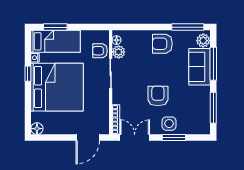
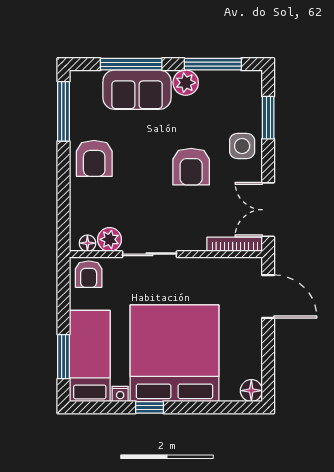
plant: (203, 41) -> (186, 83), moved
armchair: (100, 51) -> (89, 274), moved
armchair: (158, 96) -> (191, 167), turned -90
window: (174, 138) -> (268, 118), moved

